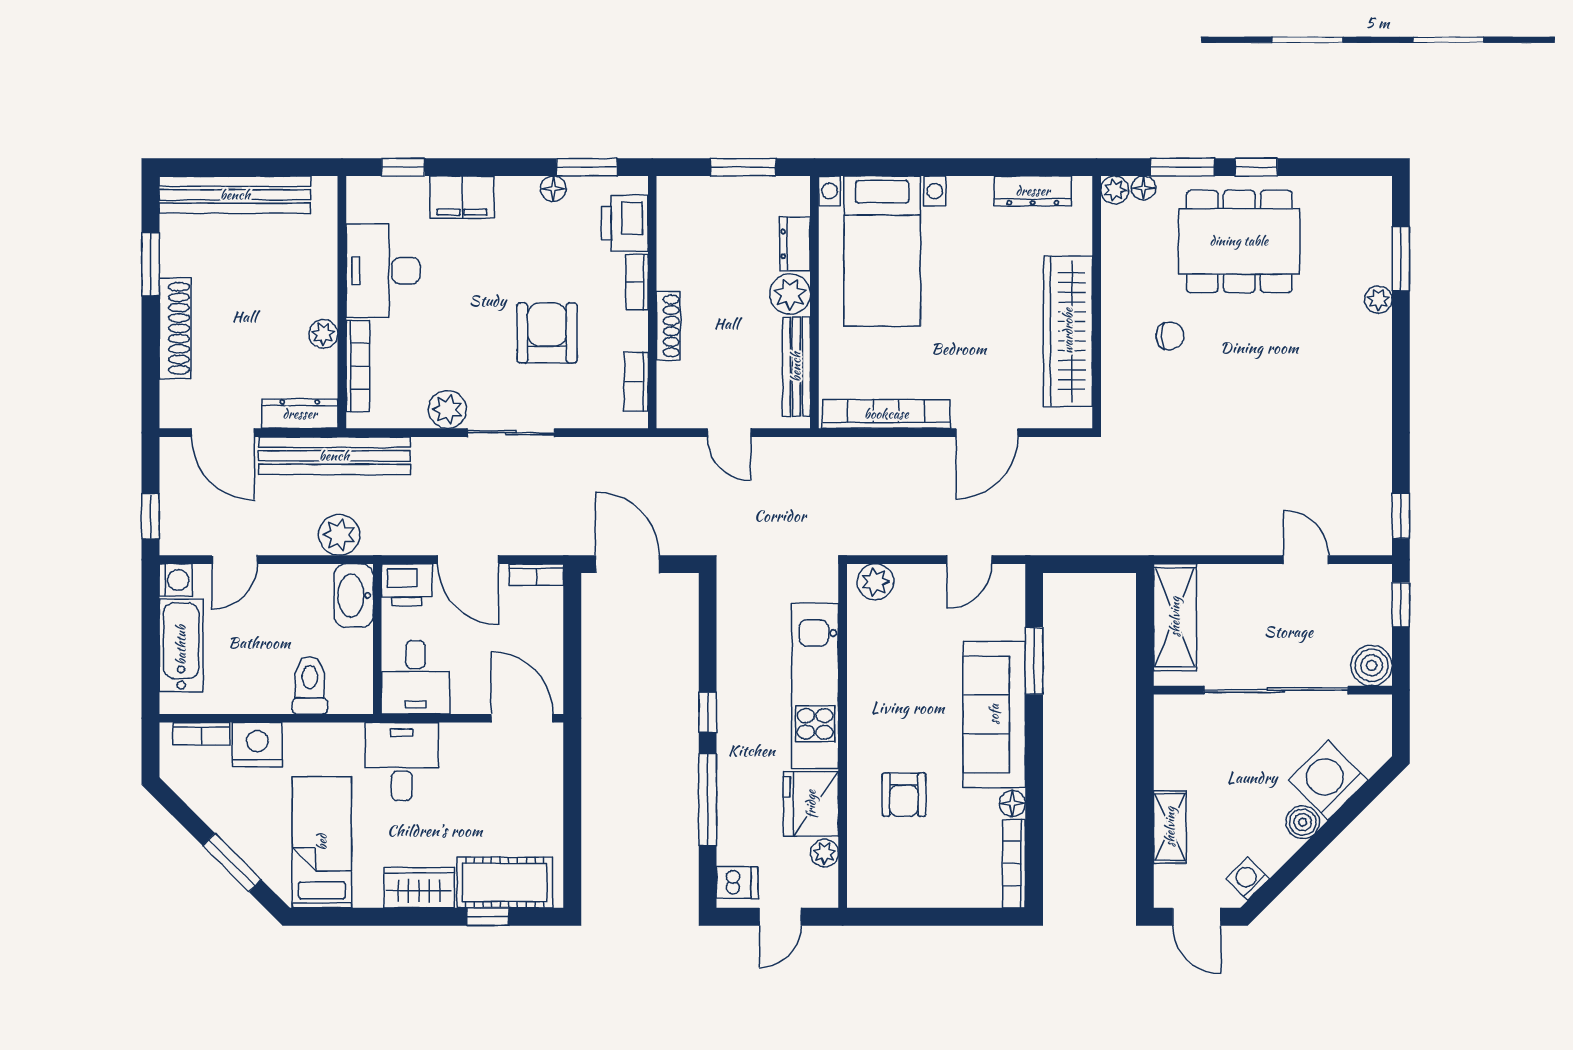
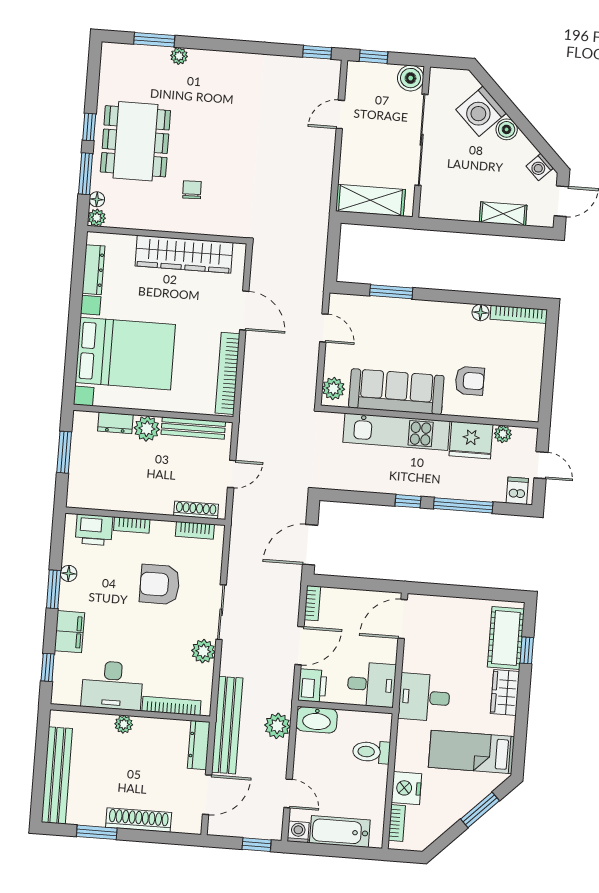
window: (587, 167) -> (54, 589), moved
bed with nightstands: (882, 251) -> (125, 354), width x1.36
shoe rack: (668, 326) -> (196, 510), moved
plant: (323, 334) -> (124, 724), moved
sofa: (994, 714) -> (396, 392), moved, turned 180

